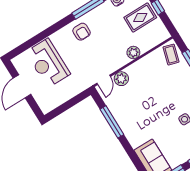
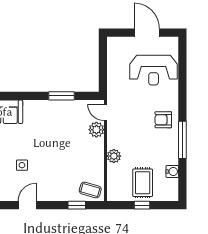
reception desk: (48, 63) -> (154, 70), turned 180
window: (112, 122) -> (62, 96), width x0.69

